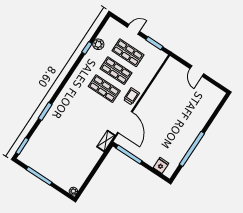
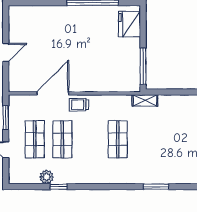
shop shelf: (104, 89) -> (118, 139), moved
door: (125, 122) -> (53, 93), moved
fridge: (161, 165) -> (129, 24), width x1.88, depth x1.34

